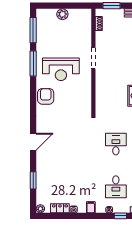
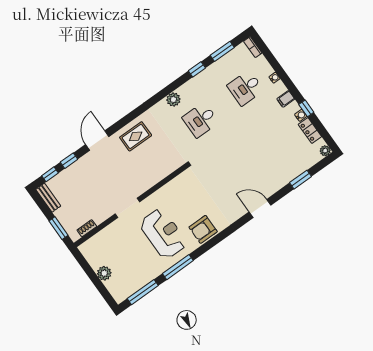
desk: (116, 187) -> (245, 88), turned 180
window: (120, 216) -> (306, 108), moved

